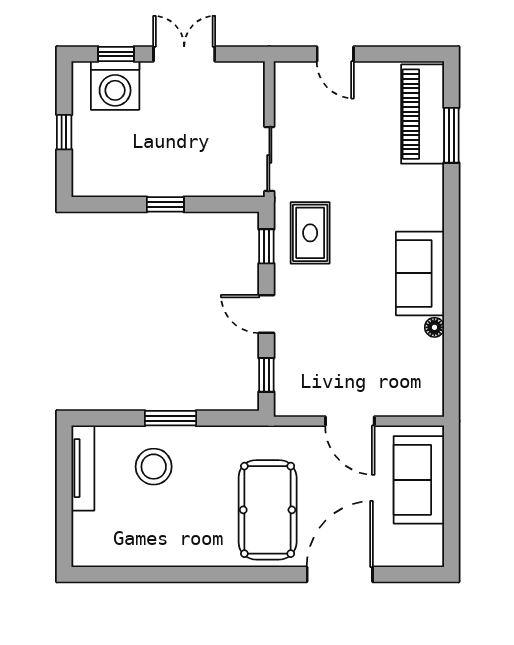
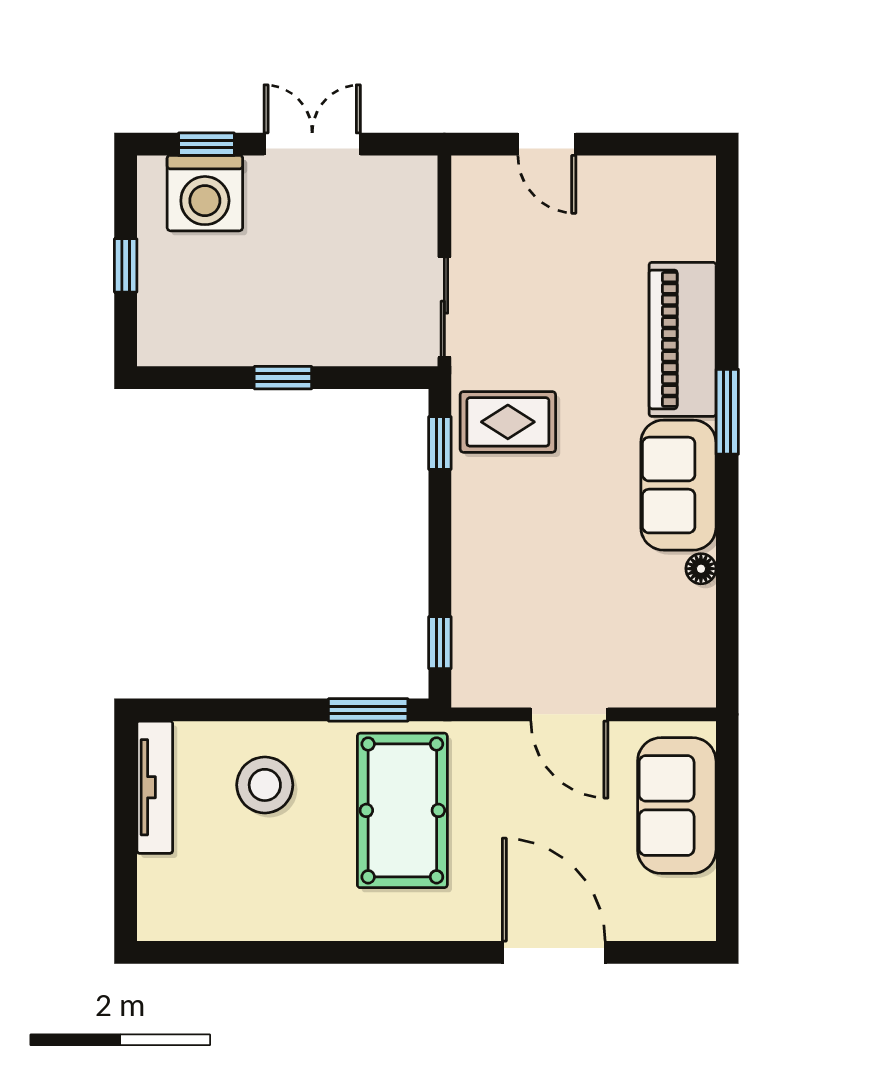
piano: (423, 114) -> (683, 339), moved
window: (451, 135) -> (727, 412), moved
rug: (310, 233) -> (508, 422), turned 90
door: (266, 314) -> (440, 548), removed
window: (170, 418) -> (368, 710), moved
pool table: (268, 510) -> (402, 810), moved
door: (340, 574) -> (554, 952), hinge flipped

